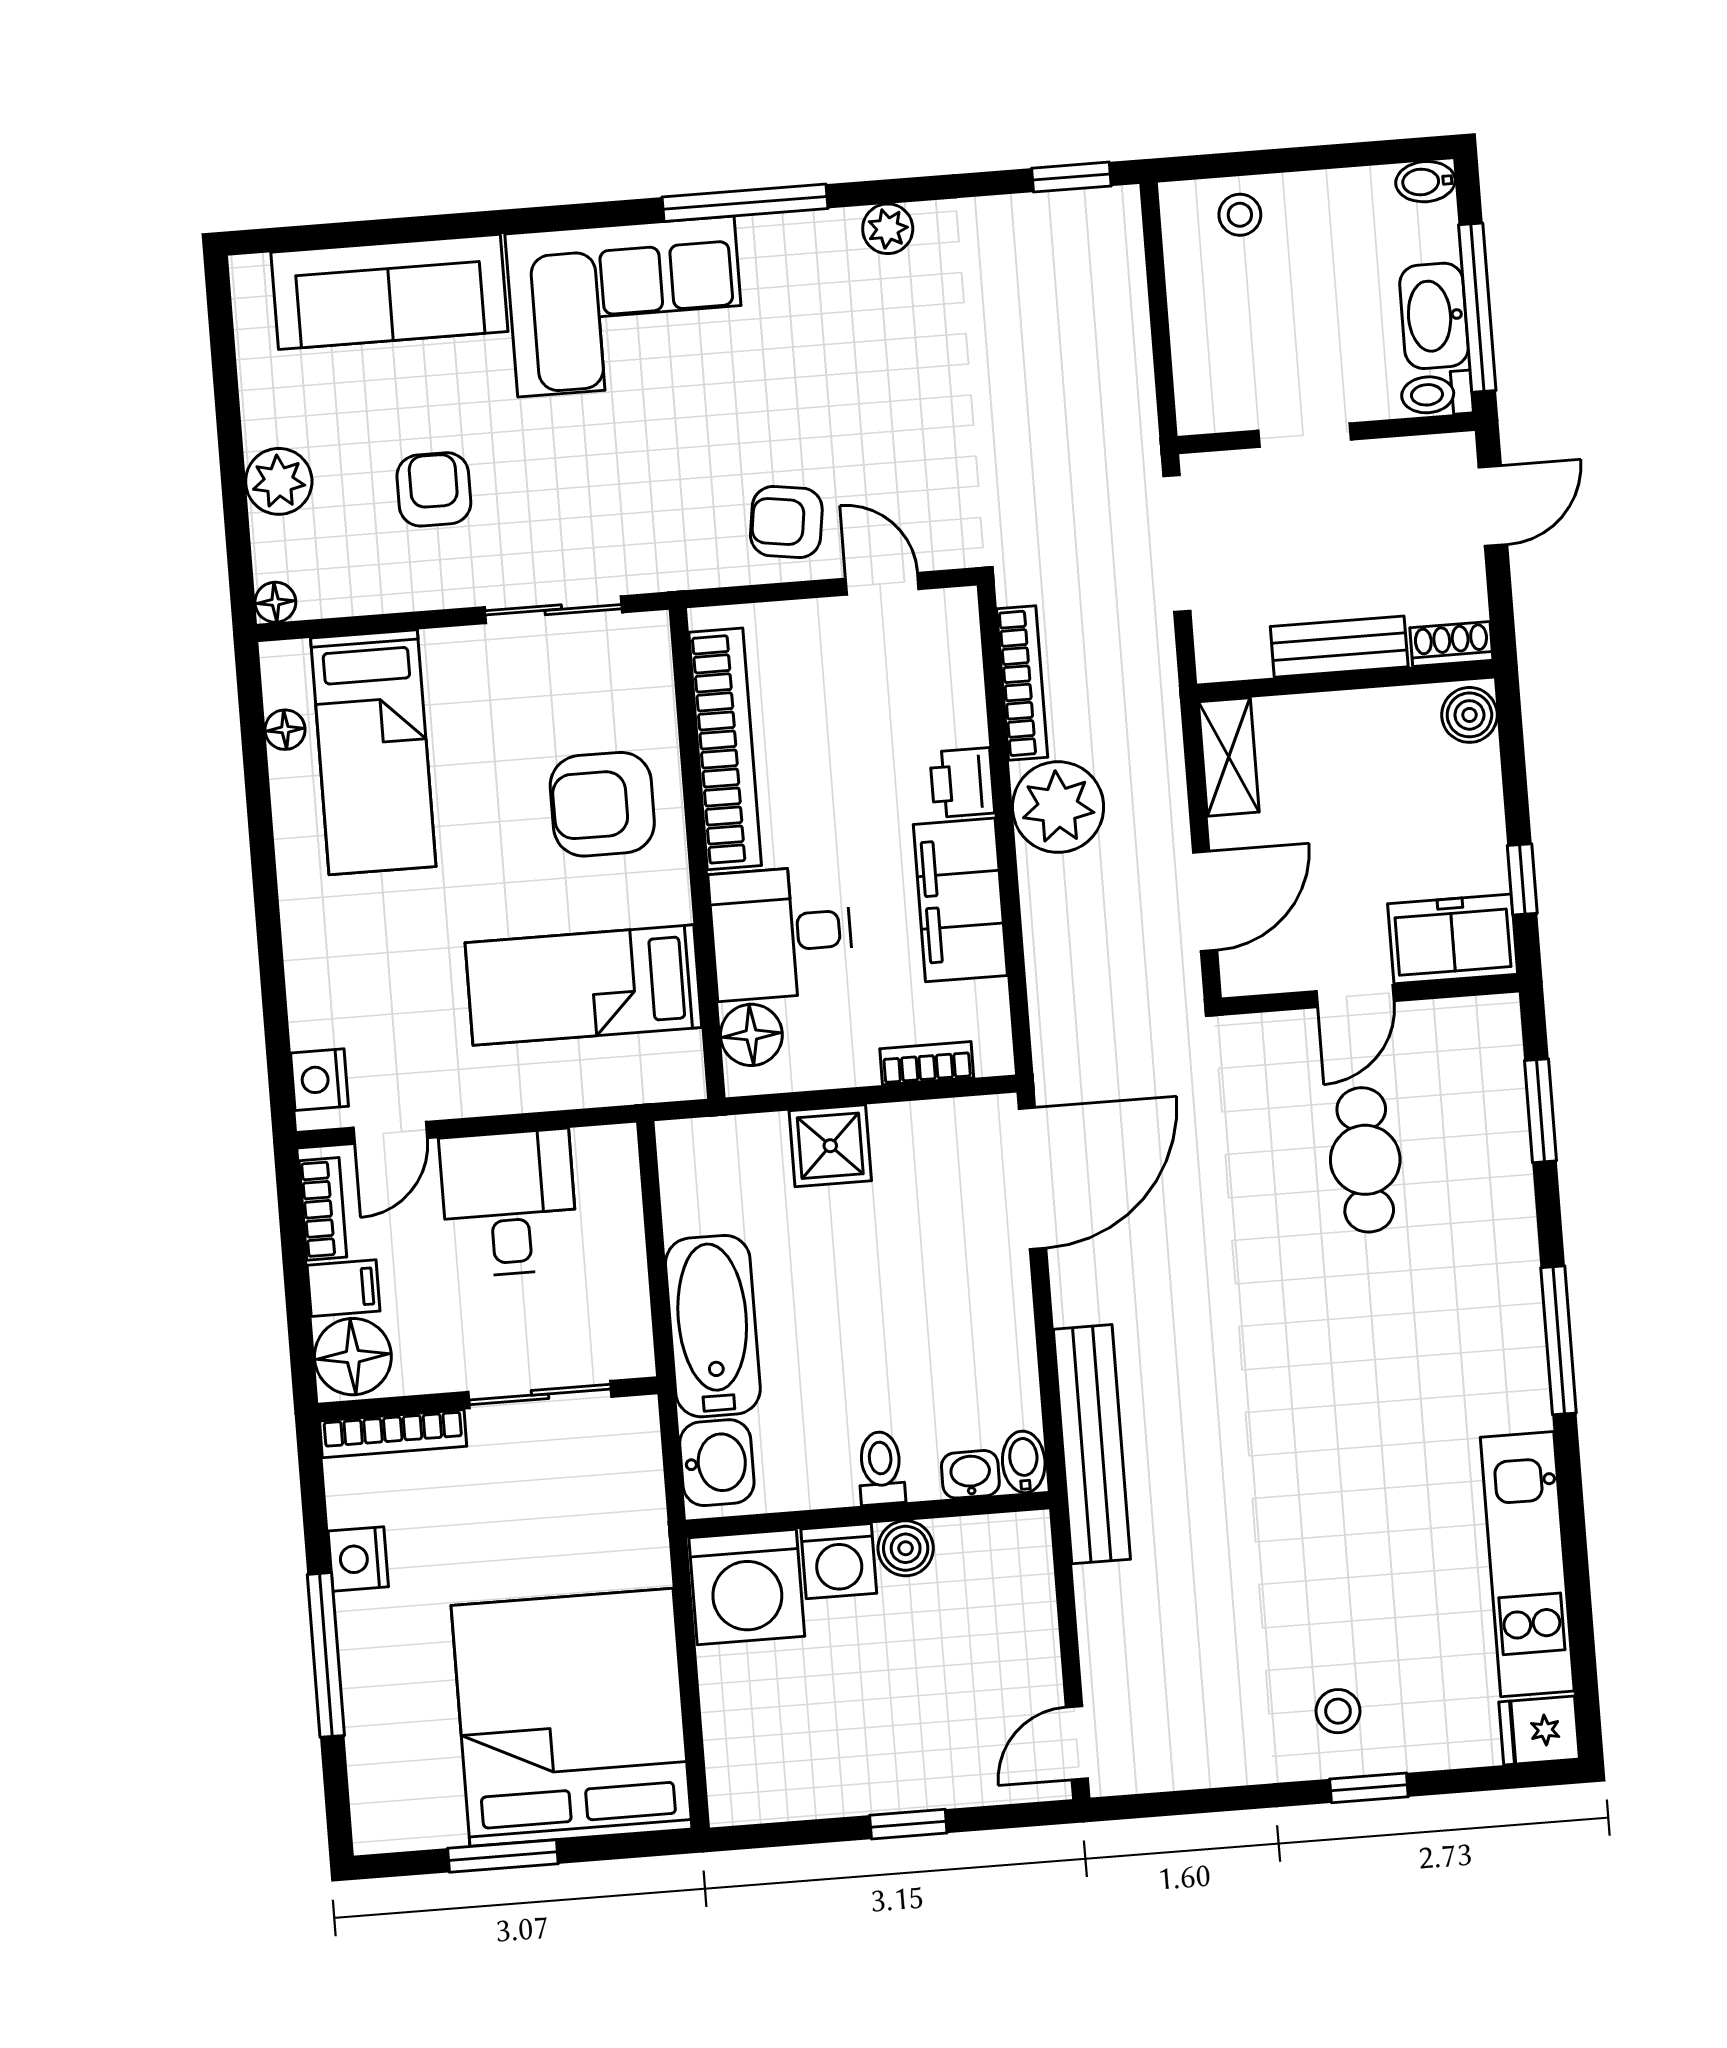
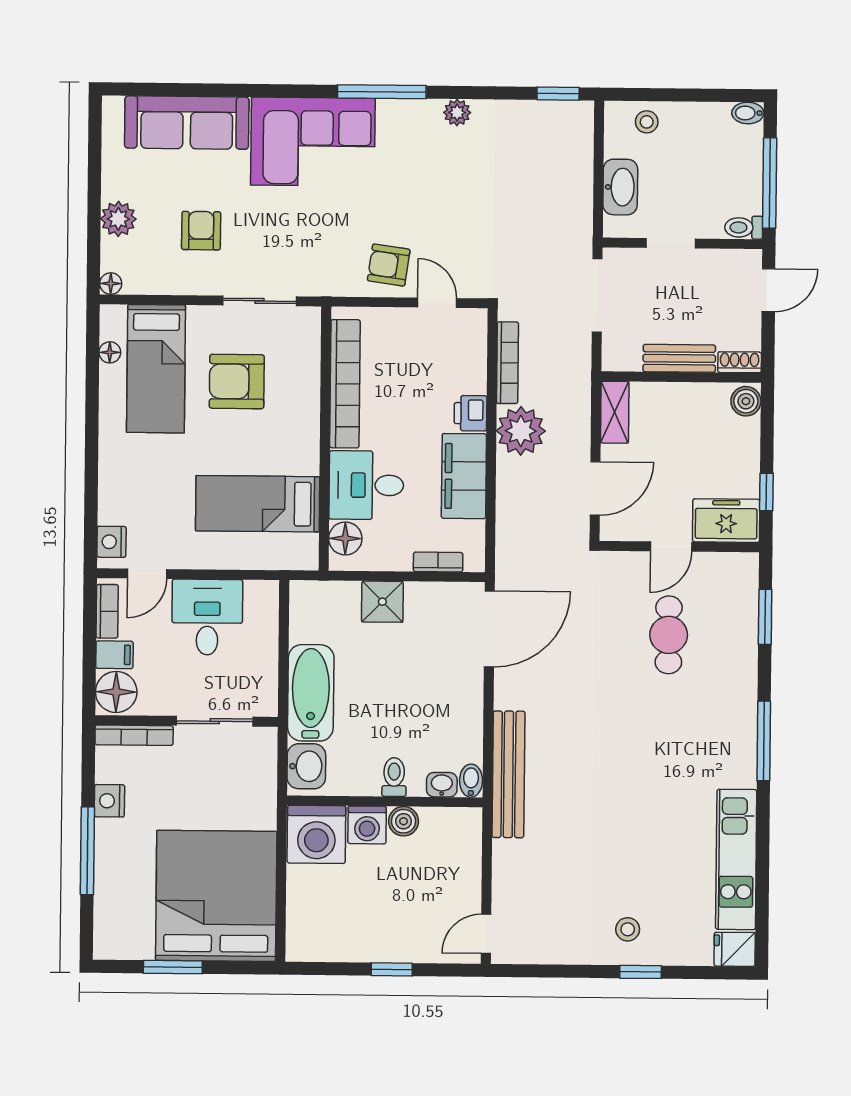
washbasin: (1434, 316) -> (620, 187), moved, turned 180
armchair: (602, 804) -> (237, 381), moved

